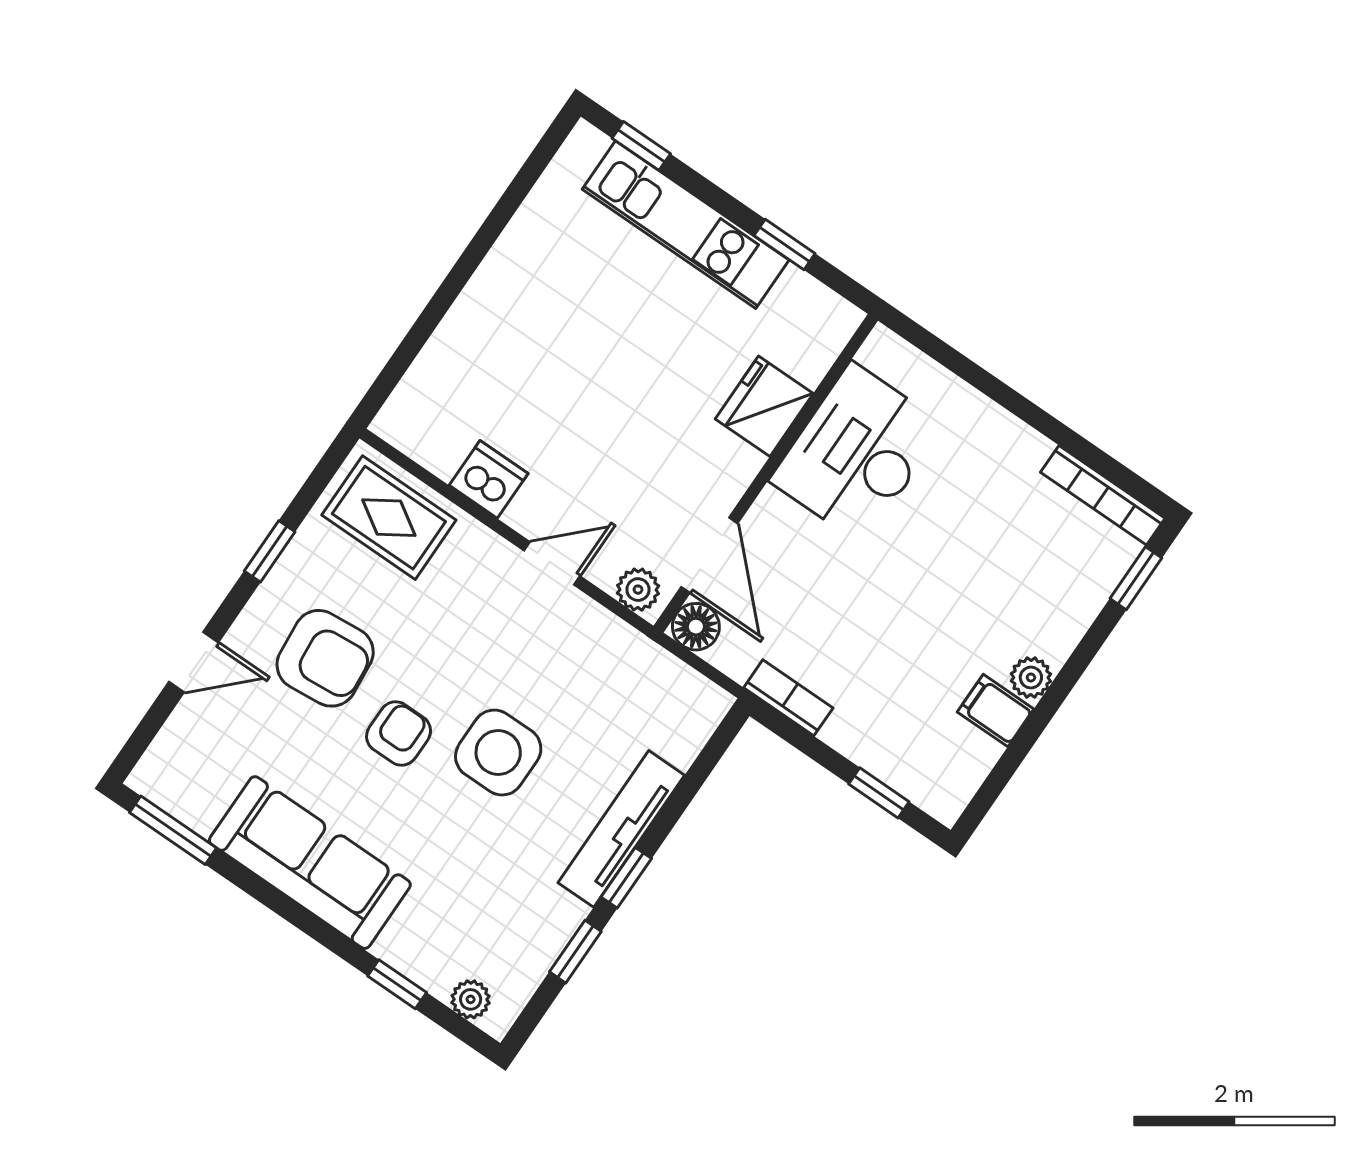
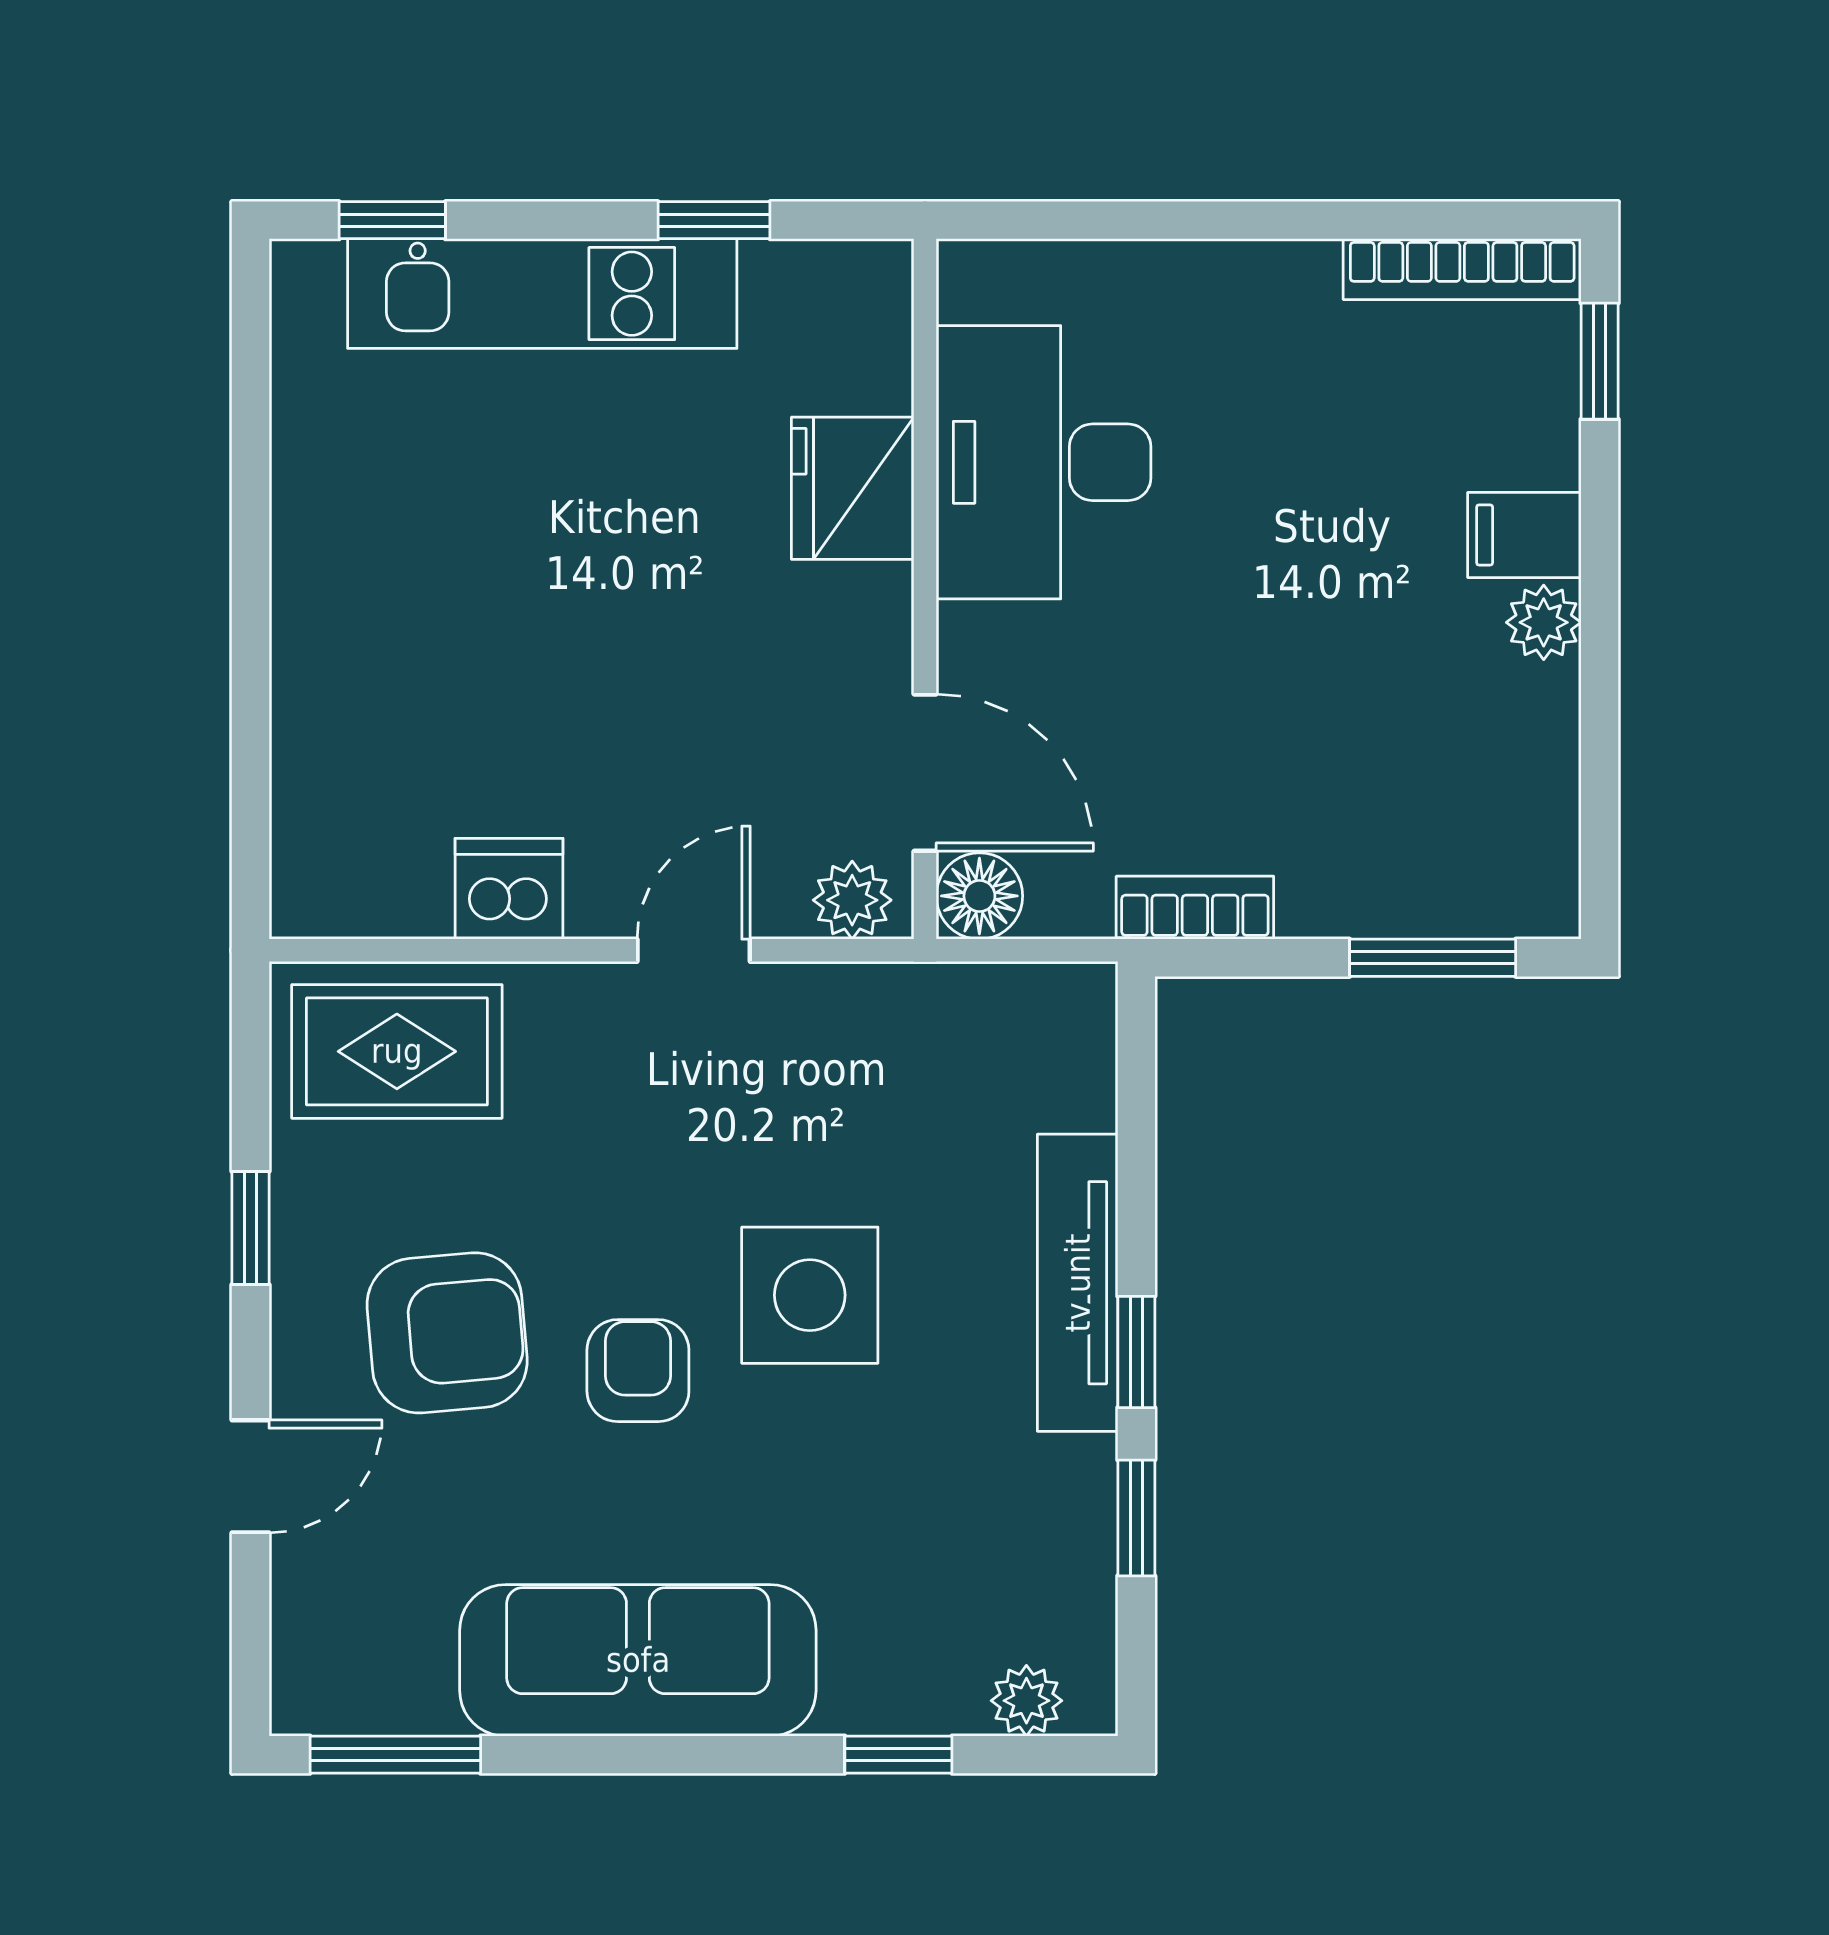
filing cabinet: (996, 711) -> (1524, 535), moved
window: (879, 793) -> (1433, 958), width x1.50

